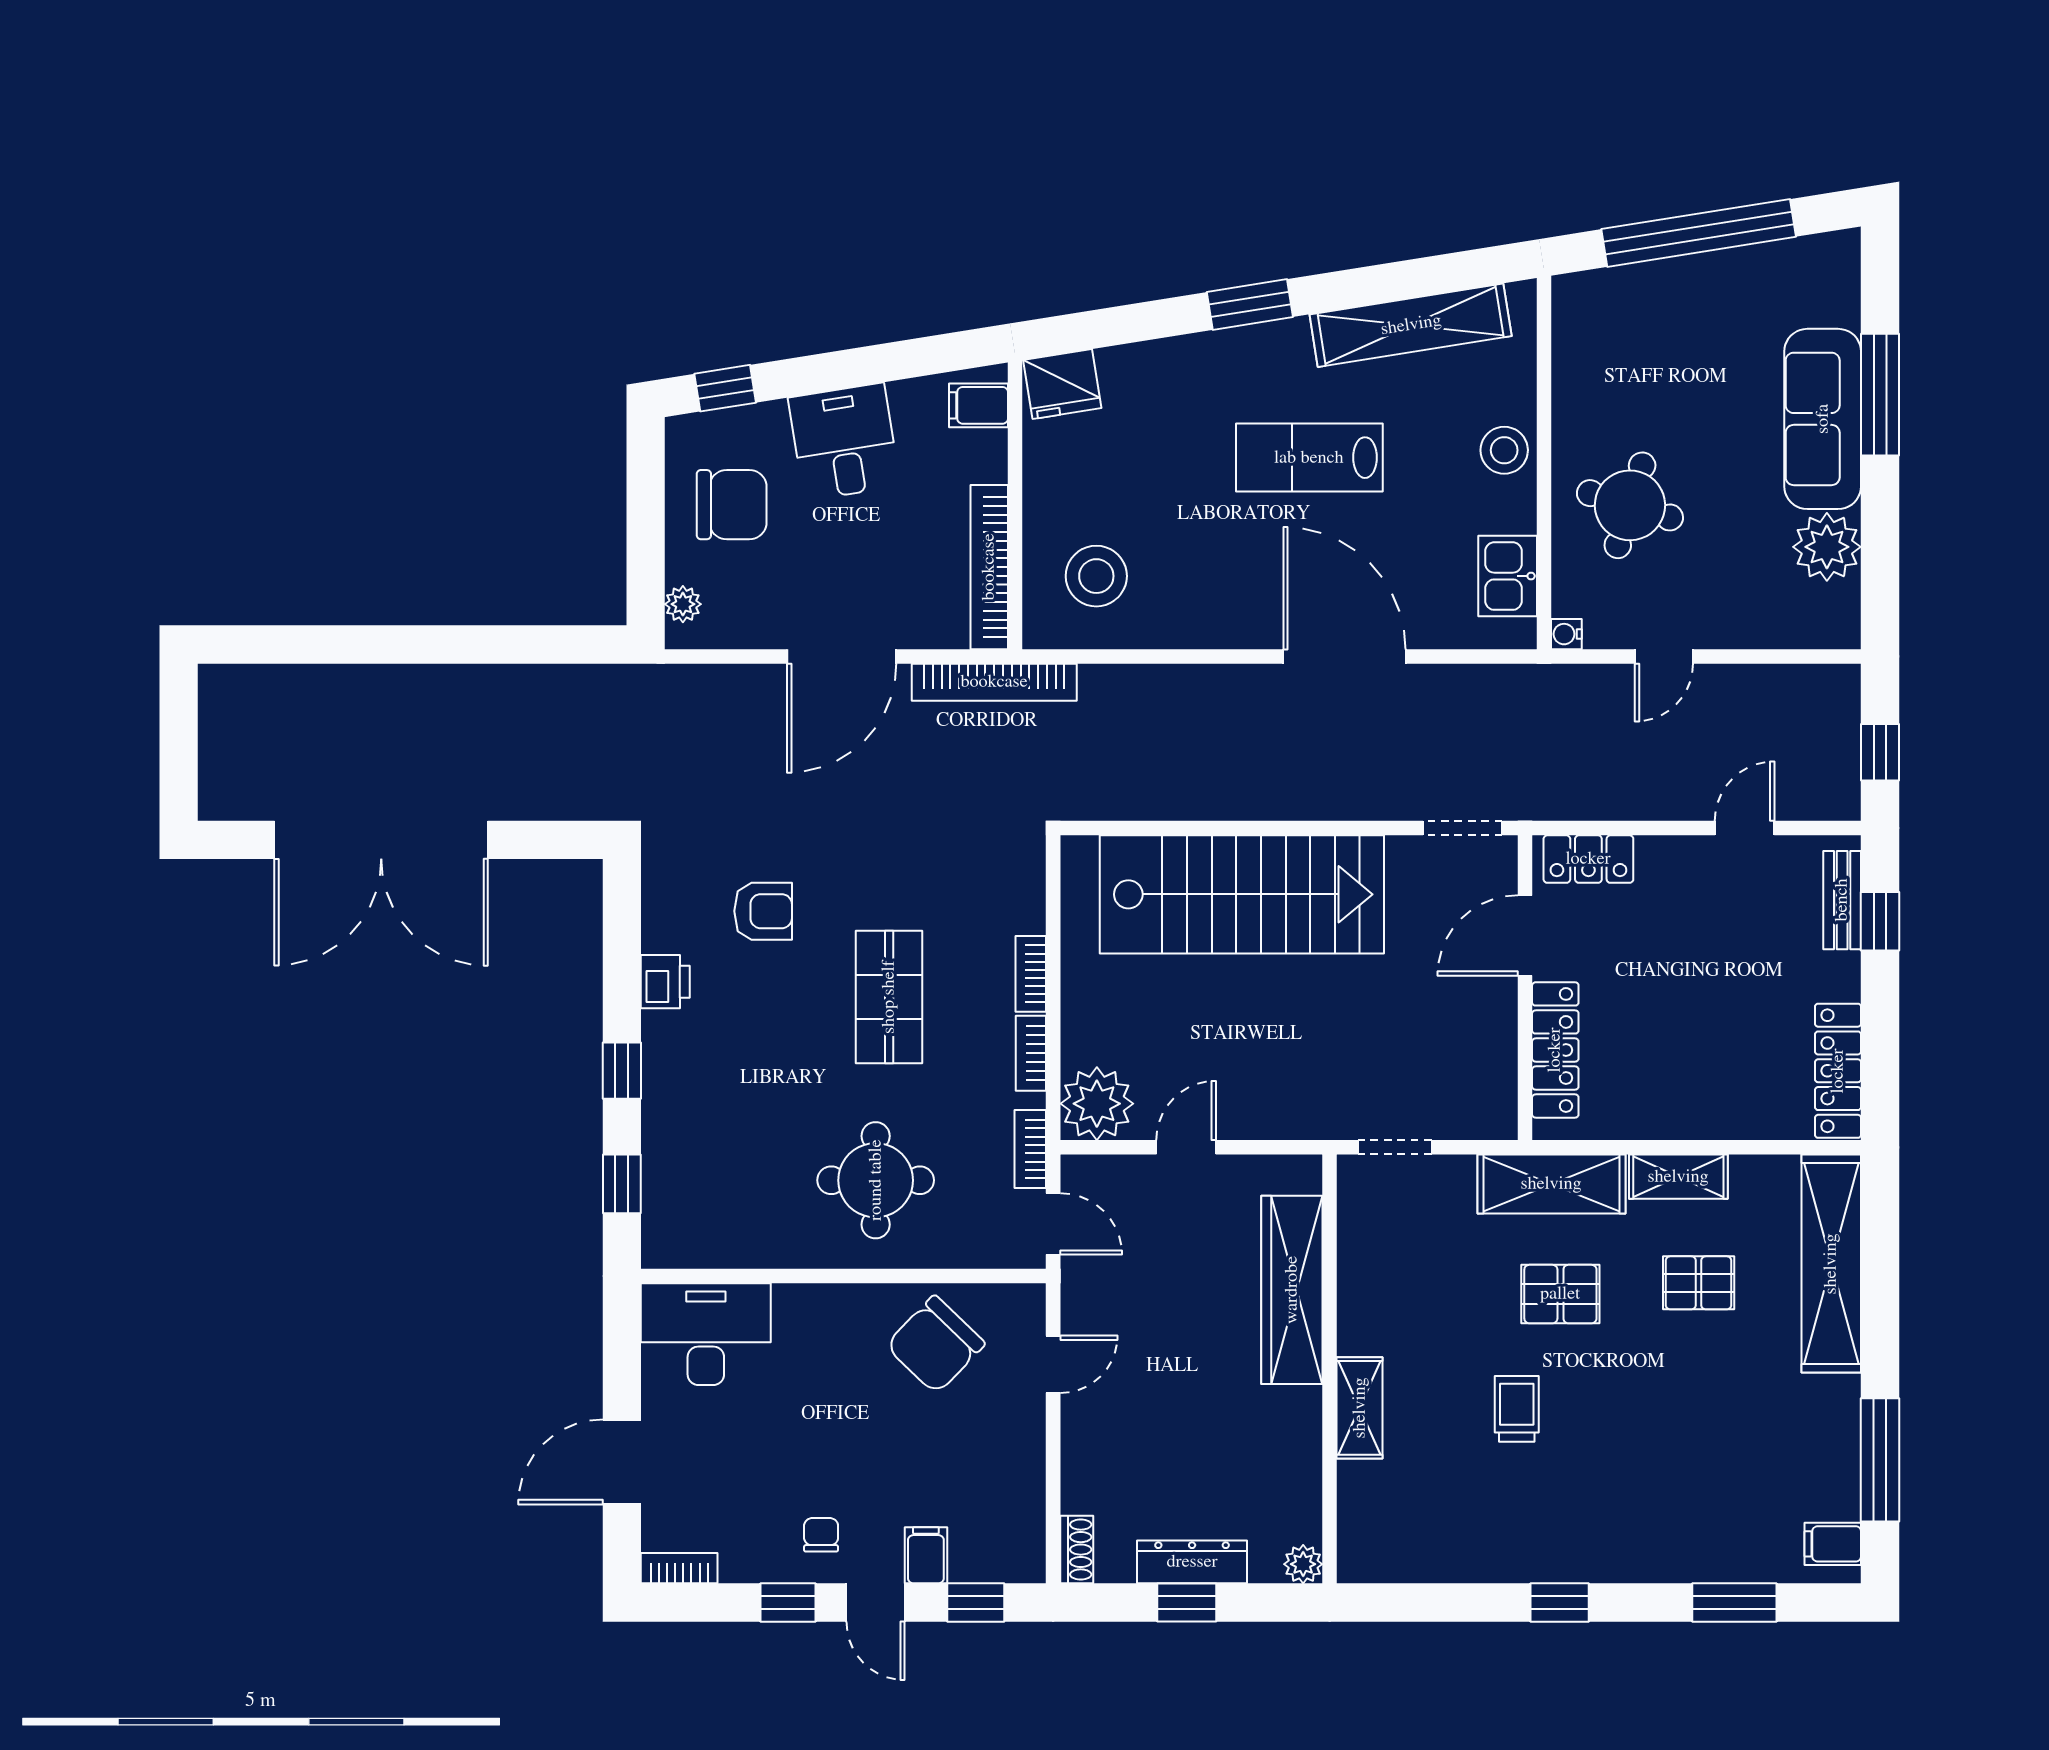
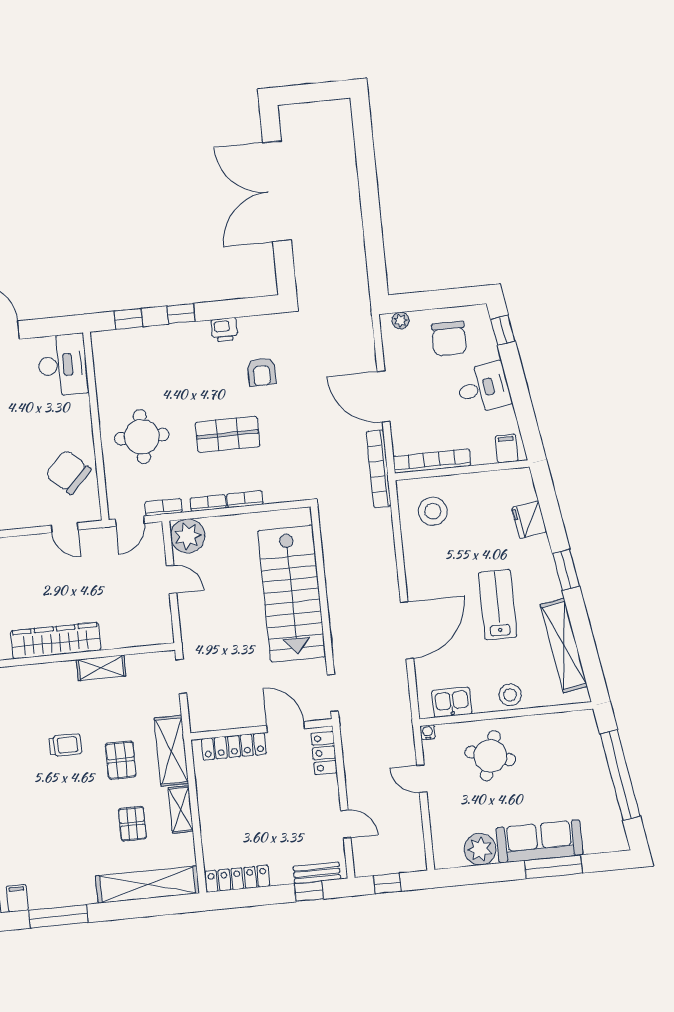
fridge: (1062, 384) -> (529, 520), moved
wardrobe: (1292, 1290) -> (56, 641), moved
shelving: (1360, 1408) -> (101, 668), moved

